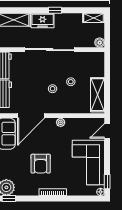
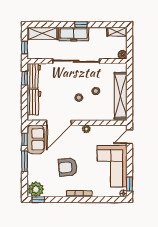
freezer: (43, 20) -> (74, 34), width x1.40
shelving: (97, 95) -> (121, 96), width x1.47
armchair: (41, 164) -> (68, 167), turned 85

